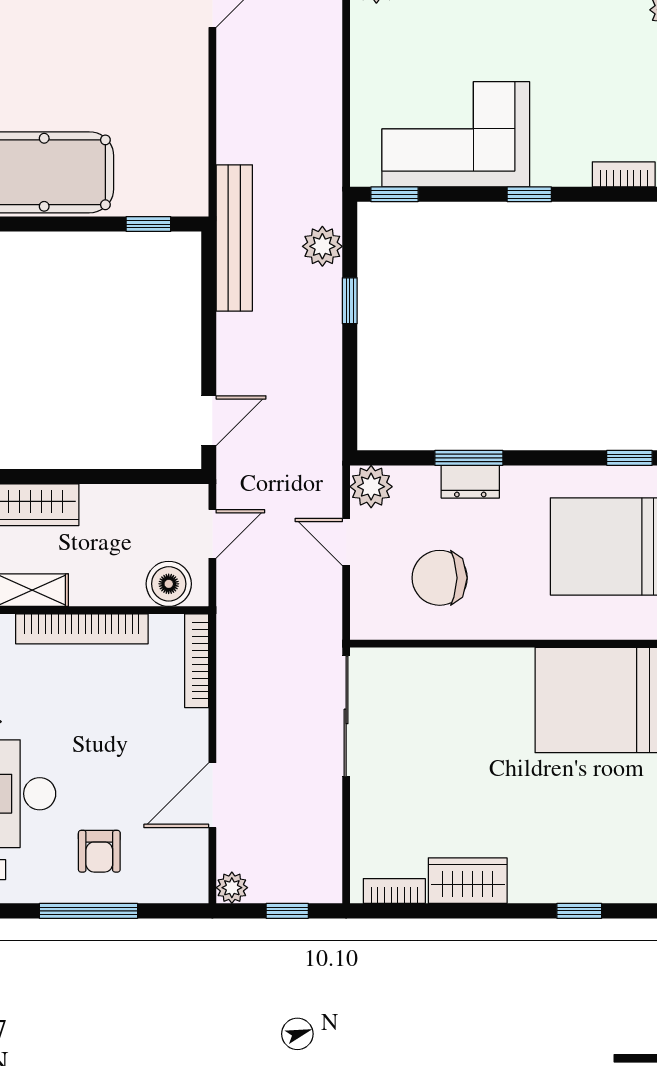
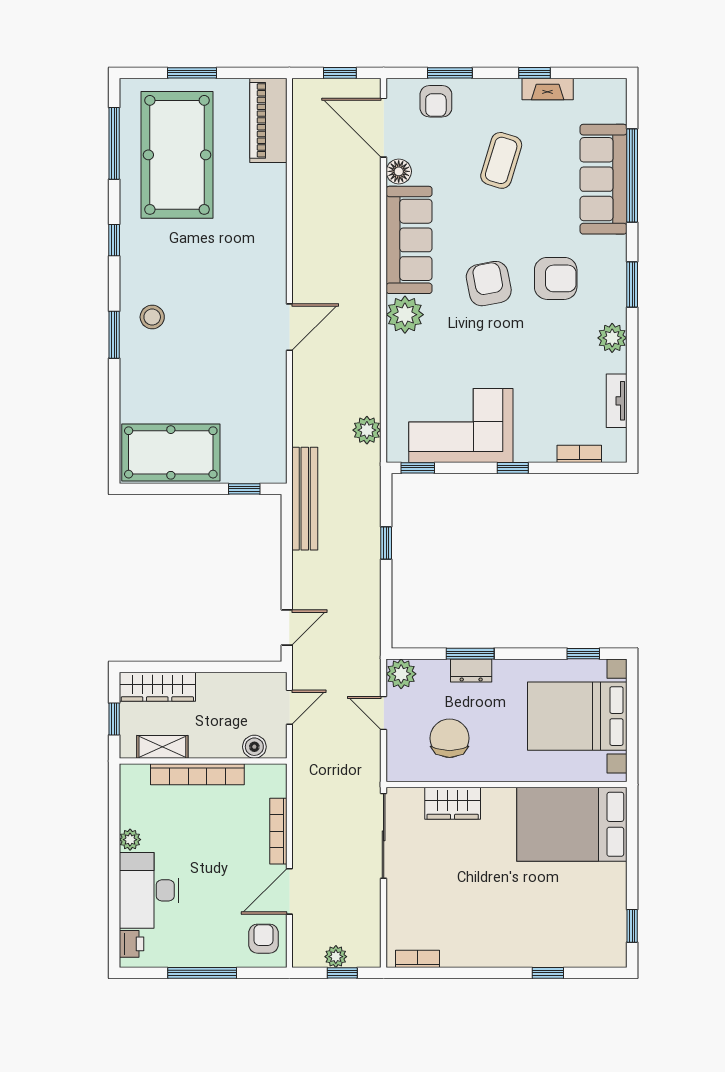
plant: (322, 246) -> (367, 430), moved
chair: (440, 578) -> (450, 738), turned 90
boiler: (169, 584) -> (254, 747), width x0.73, depth x0.73
bookcase: (197, 661) -> (278, 831), moved
armchair: (99, 851) -> (263, 939), moved, turned 180
wardrobe: (468, 881) -> (453, 803), moved, turned 180
plant: (232, 888) -> (336, 957), moved

